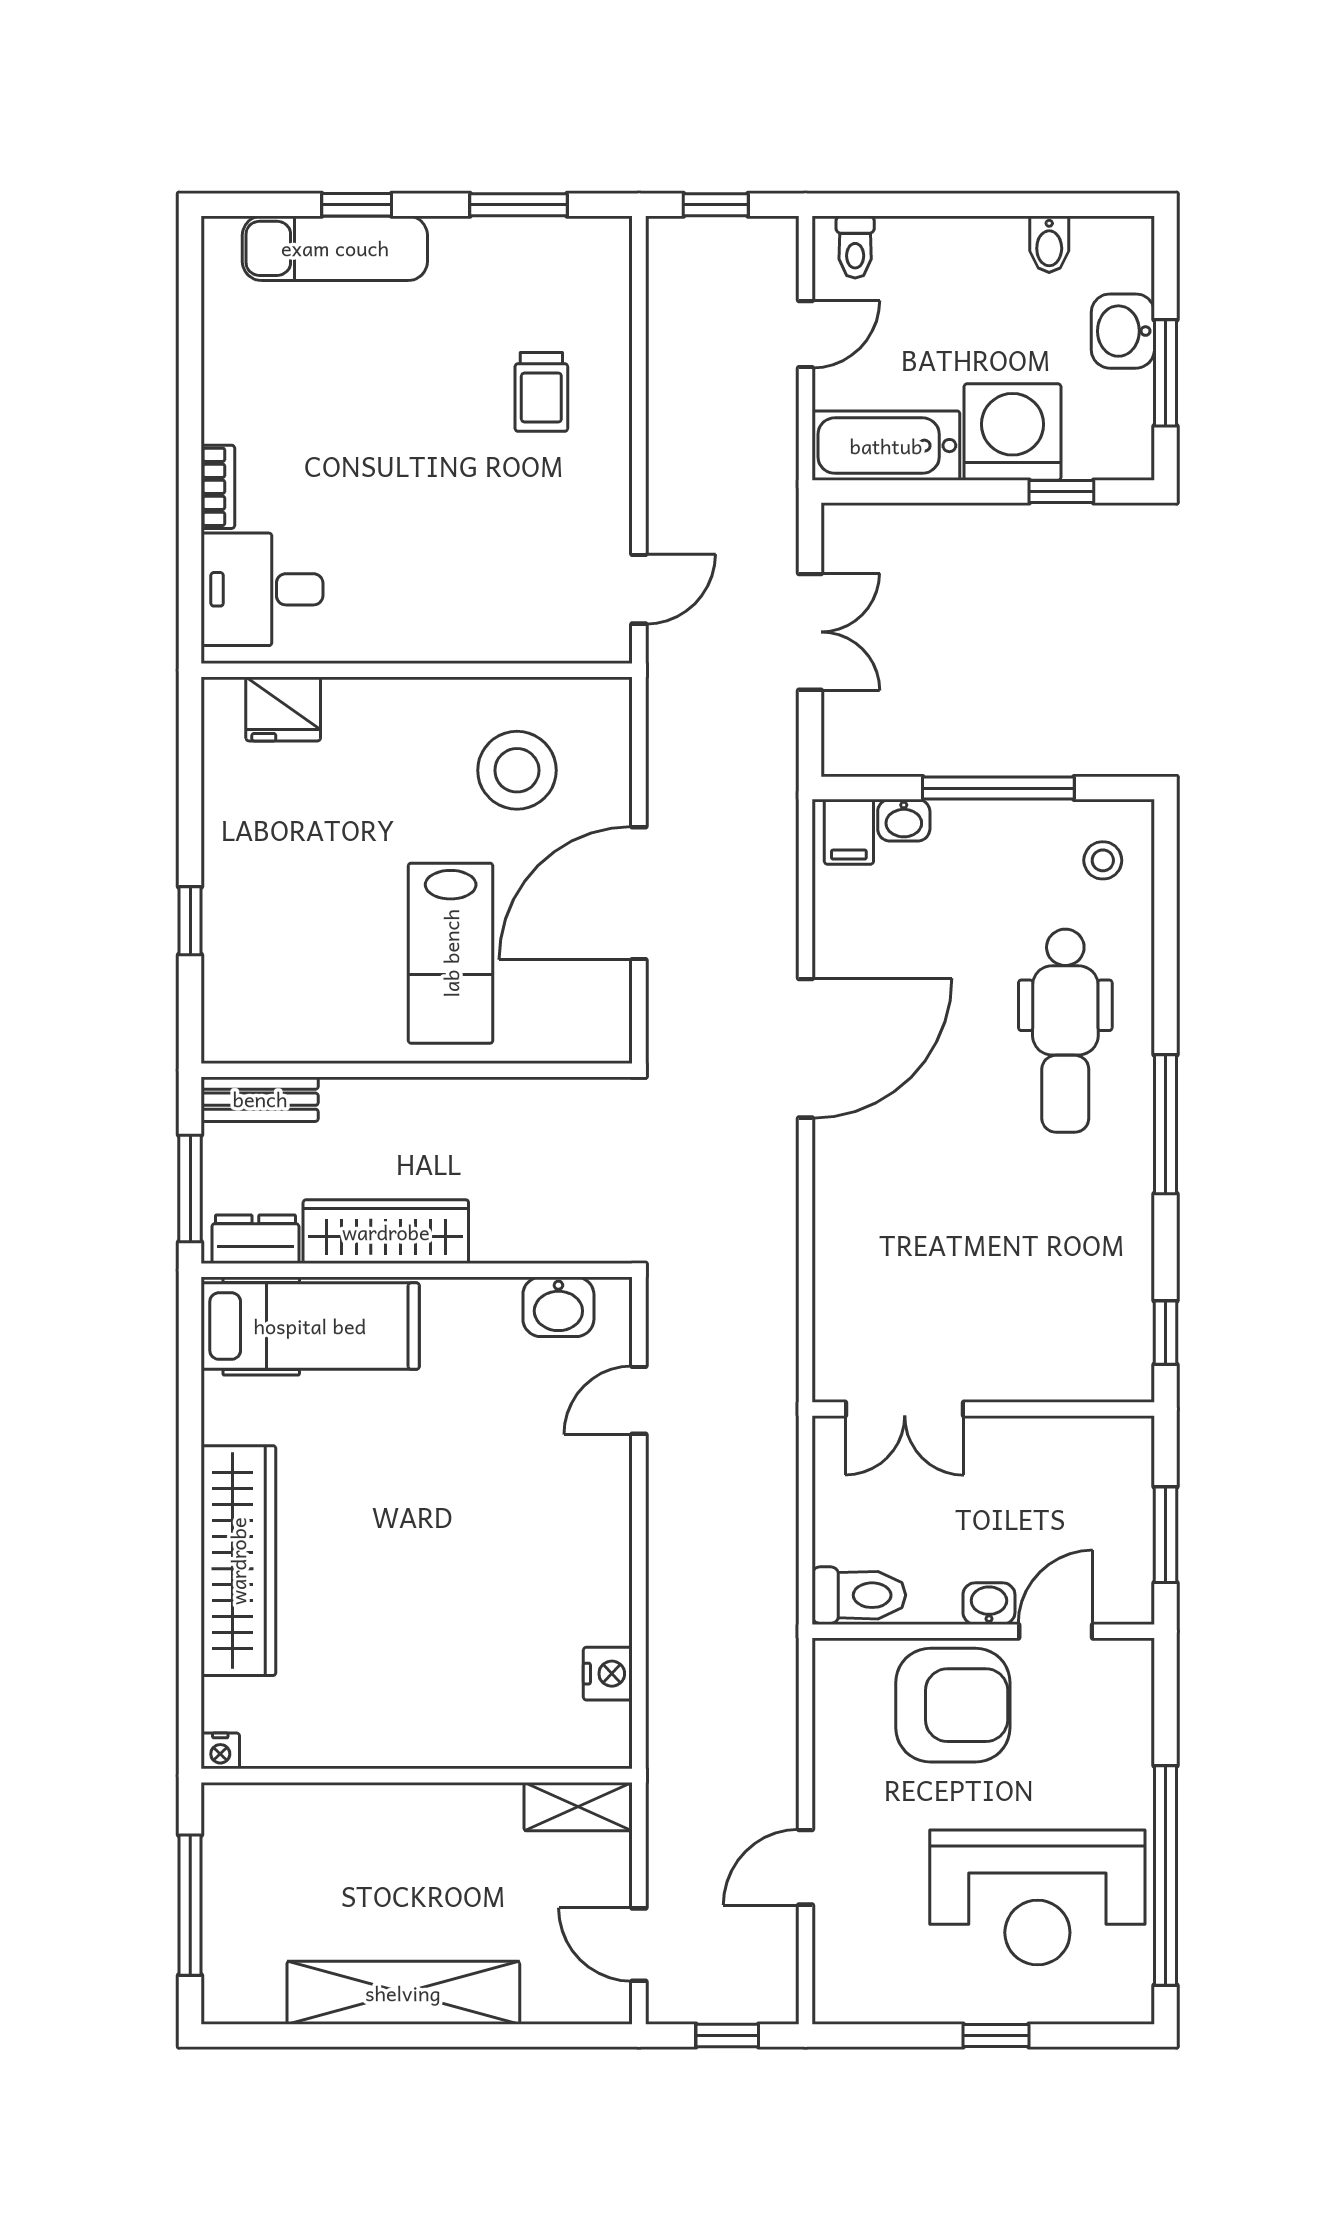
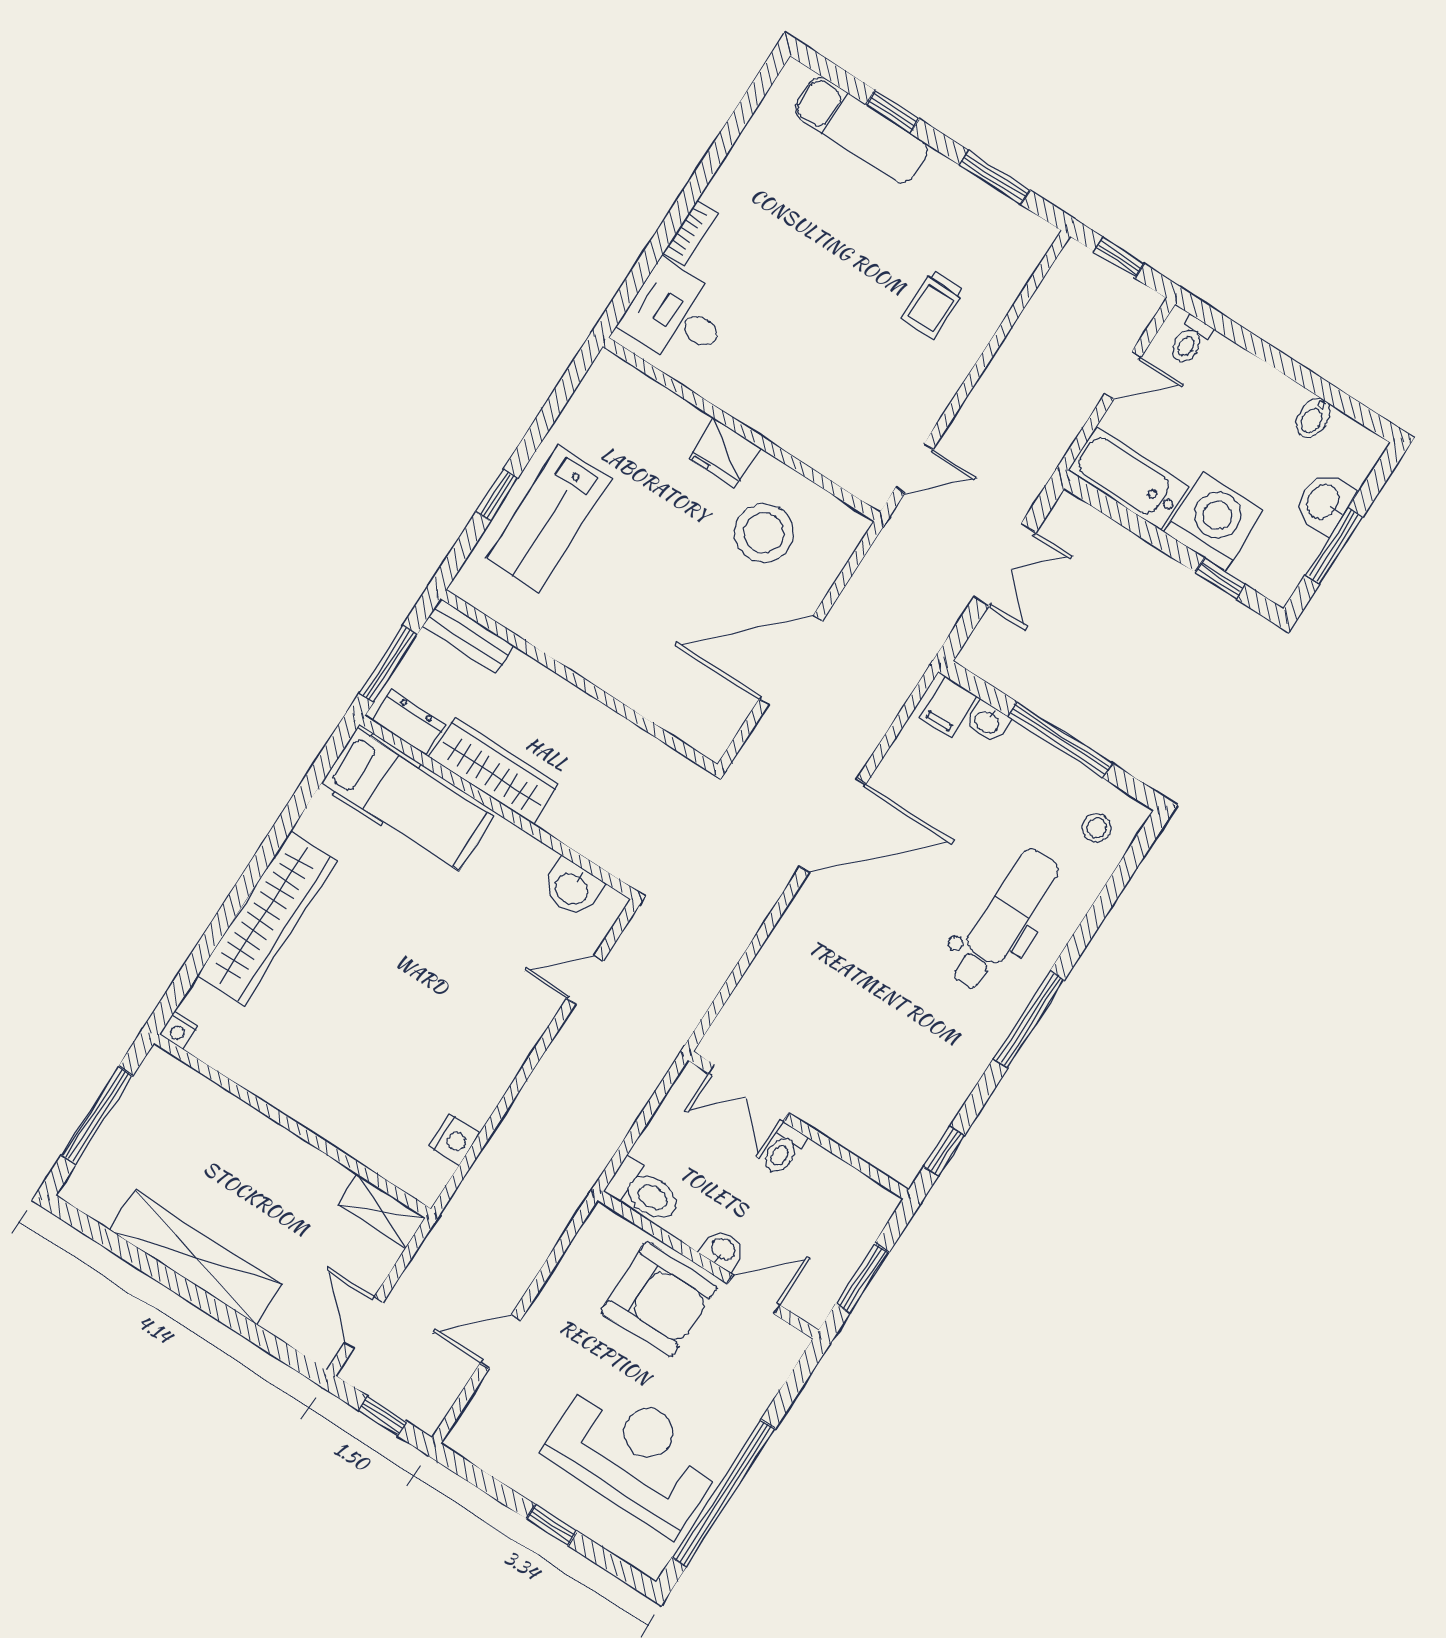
fridge: (283, 709) -> (724, 453), moved
lab bench: (451, 953) -> (549, 519), moved
dental chair: (1065, 1031) -> (1004, 920), turned 180
toilet: (984, 1448) -> (783, 1150), added
reception desk: (1037, 1897) -> (634, 1455), turned 180

